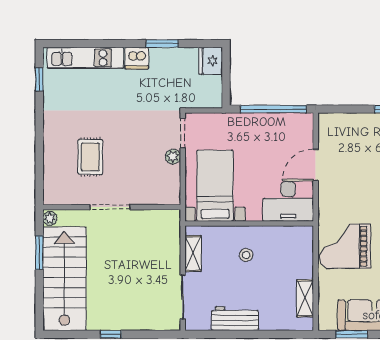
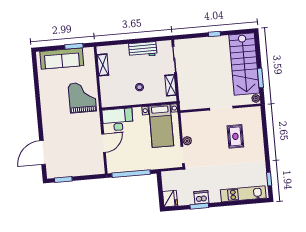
dishwasher: (137, 58) -> (201, 197), moved
grand piano: (345, 246) -> (82, 97), turned -90

